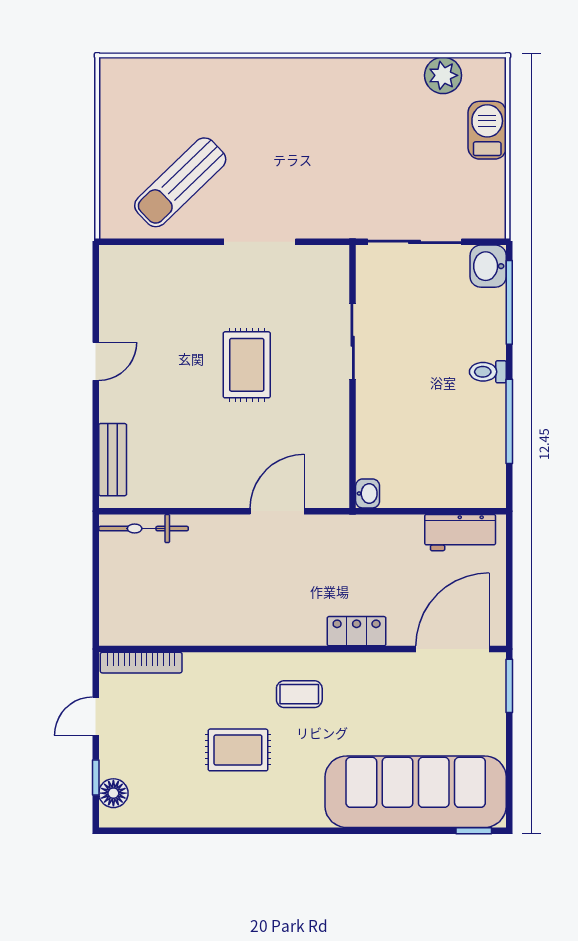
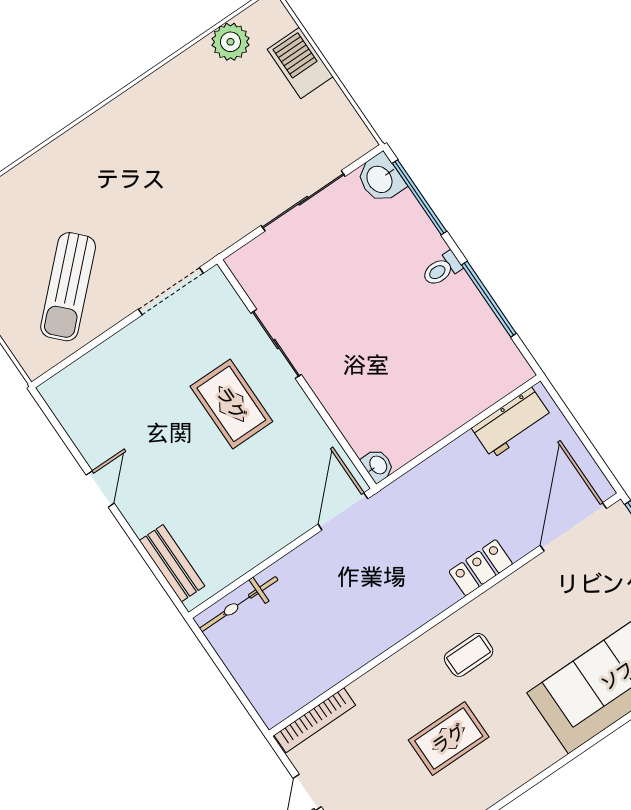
sliding door: (353, 341) -> (276, 344), moved
wall: (353, 377) -> (297, 374), moved
washbasin: (368, 493) -> (378, 465), moved

